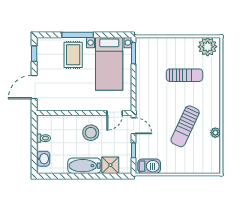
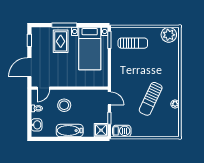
sun lounger: (184, 75) -> (133, 43), moved
door: (115, 113) -> (43, 88), moved
stool: (91, 133) -> (64, 105), moved
shower: (110, 165) -> (101, 130), moved

